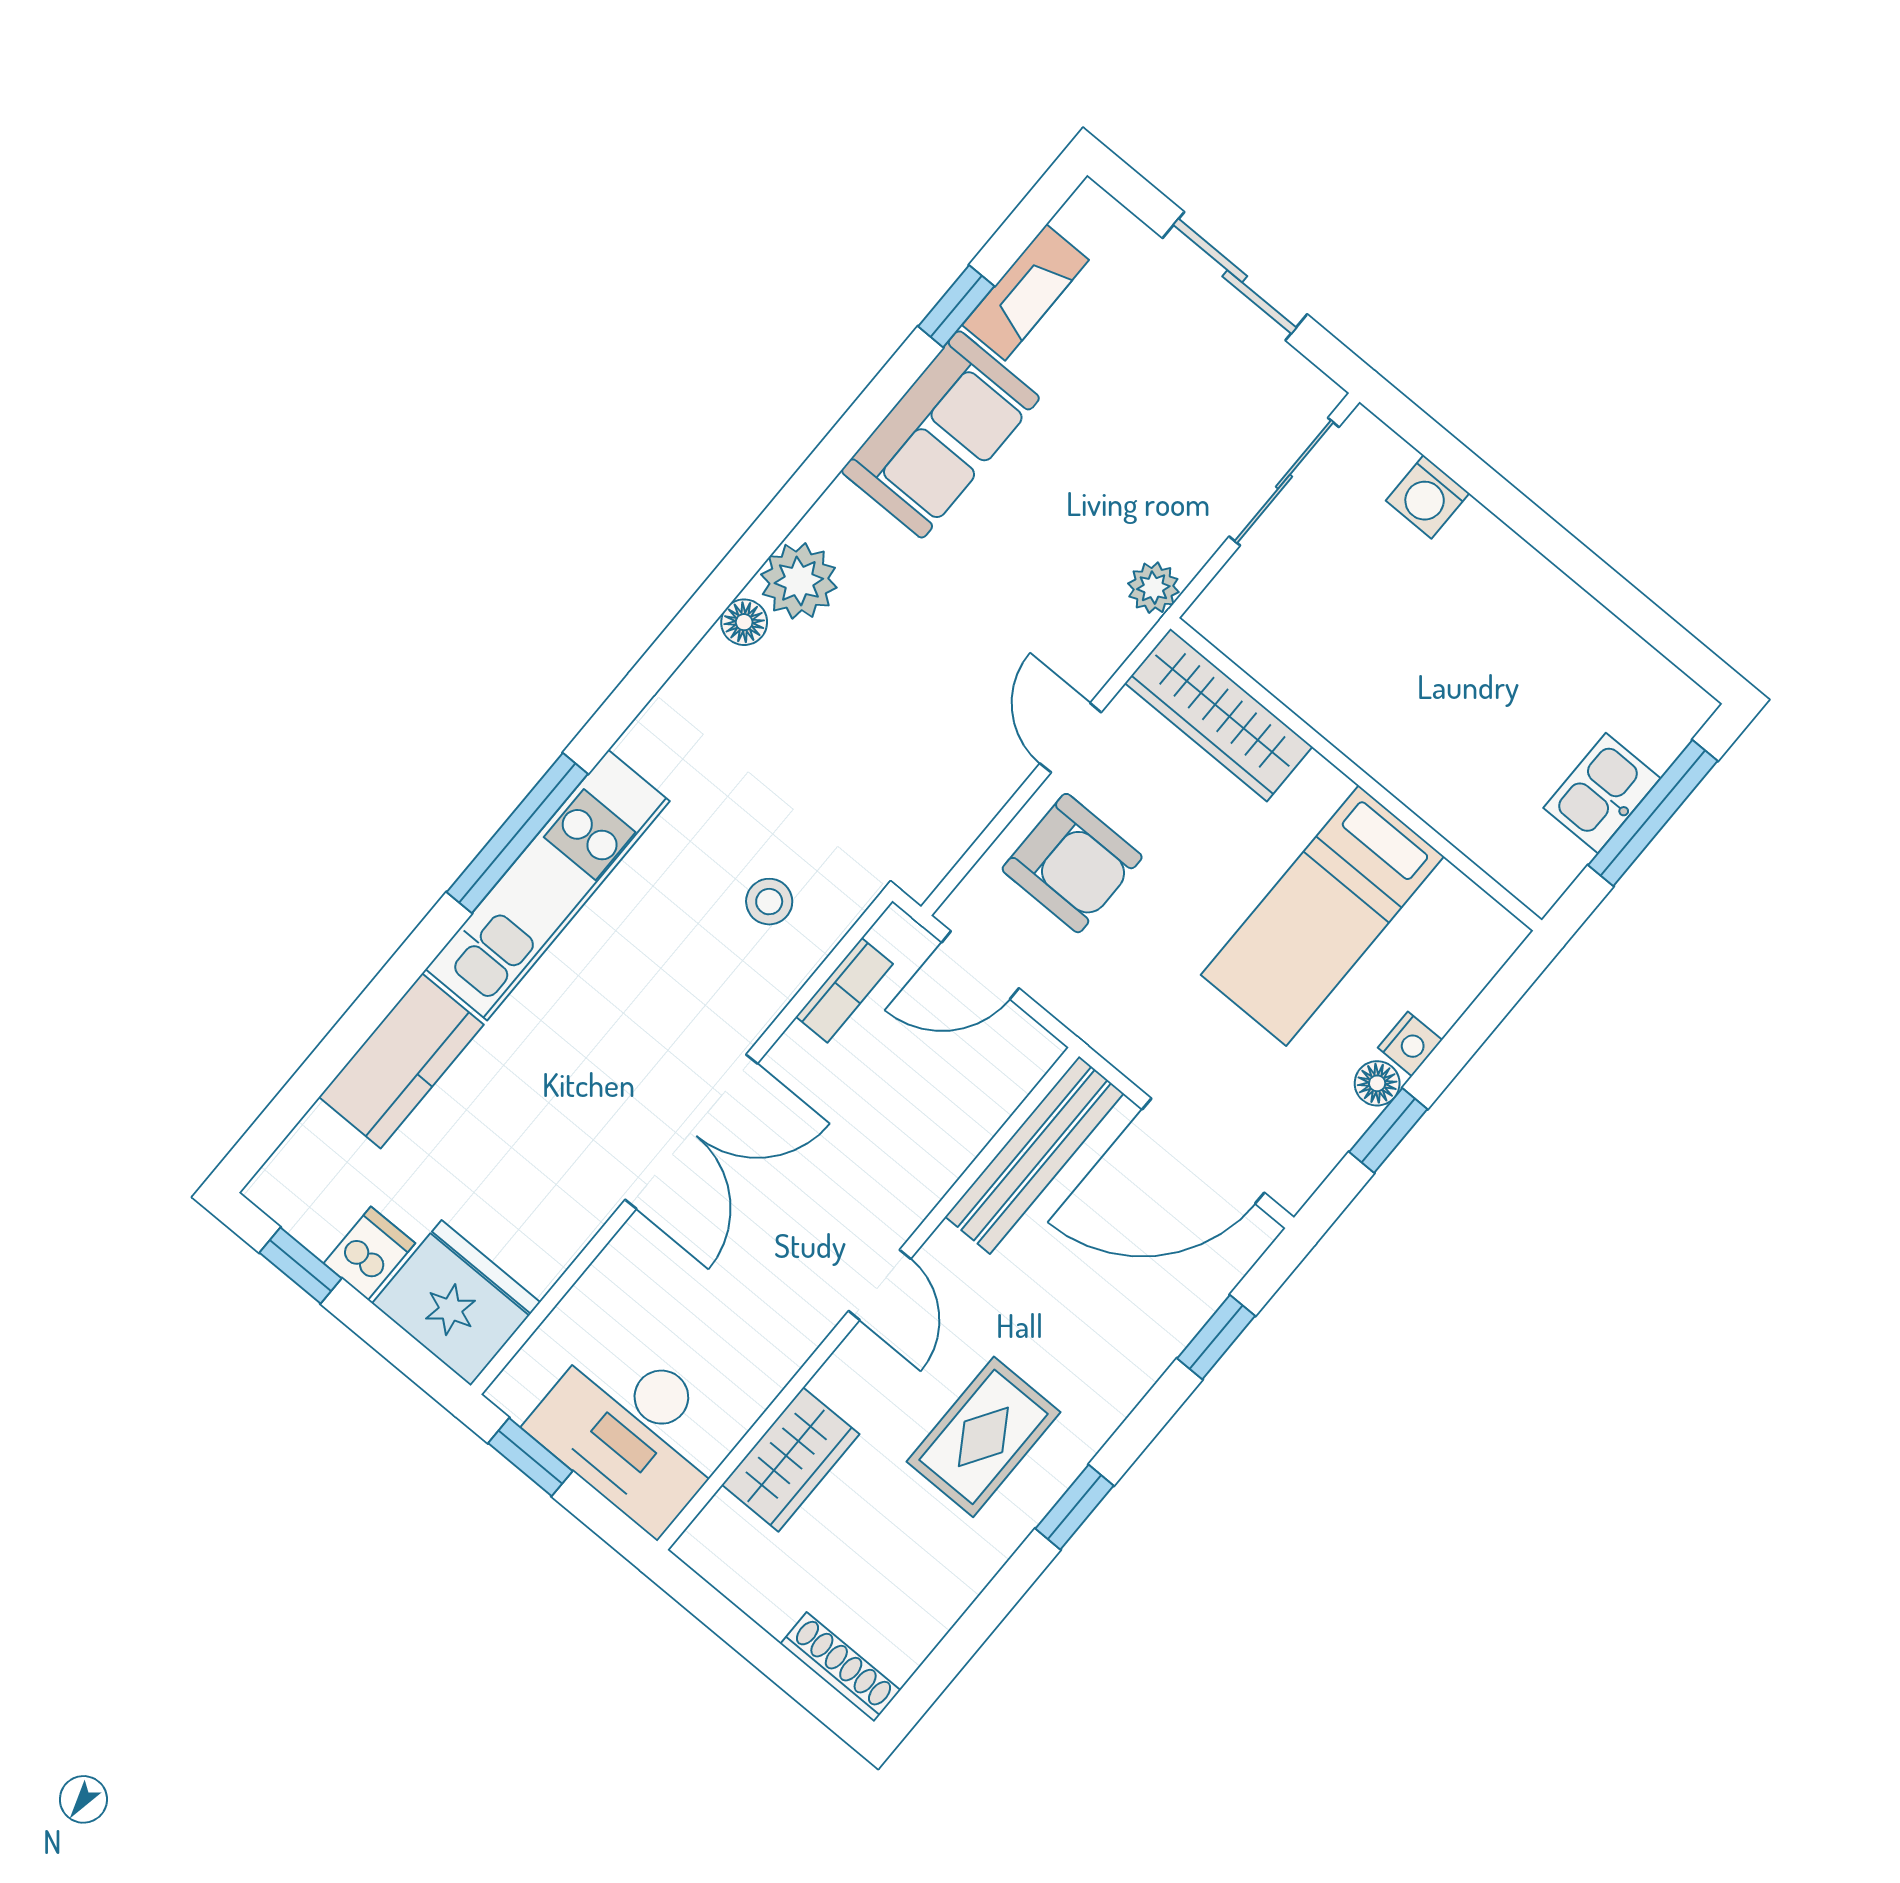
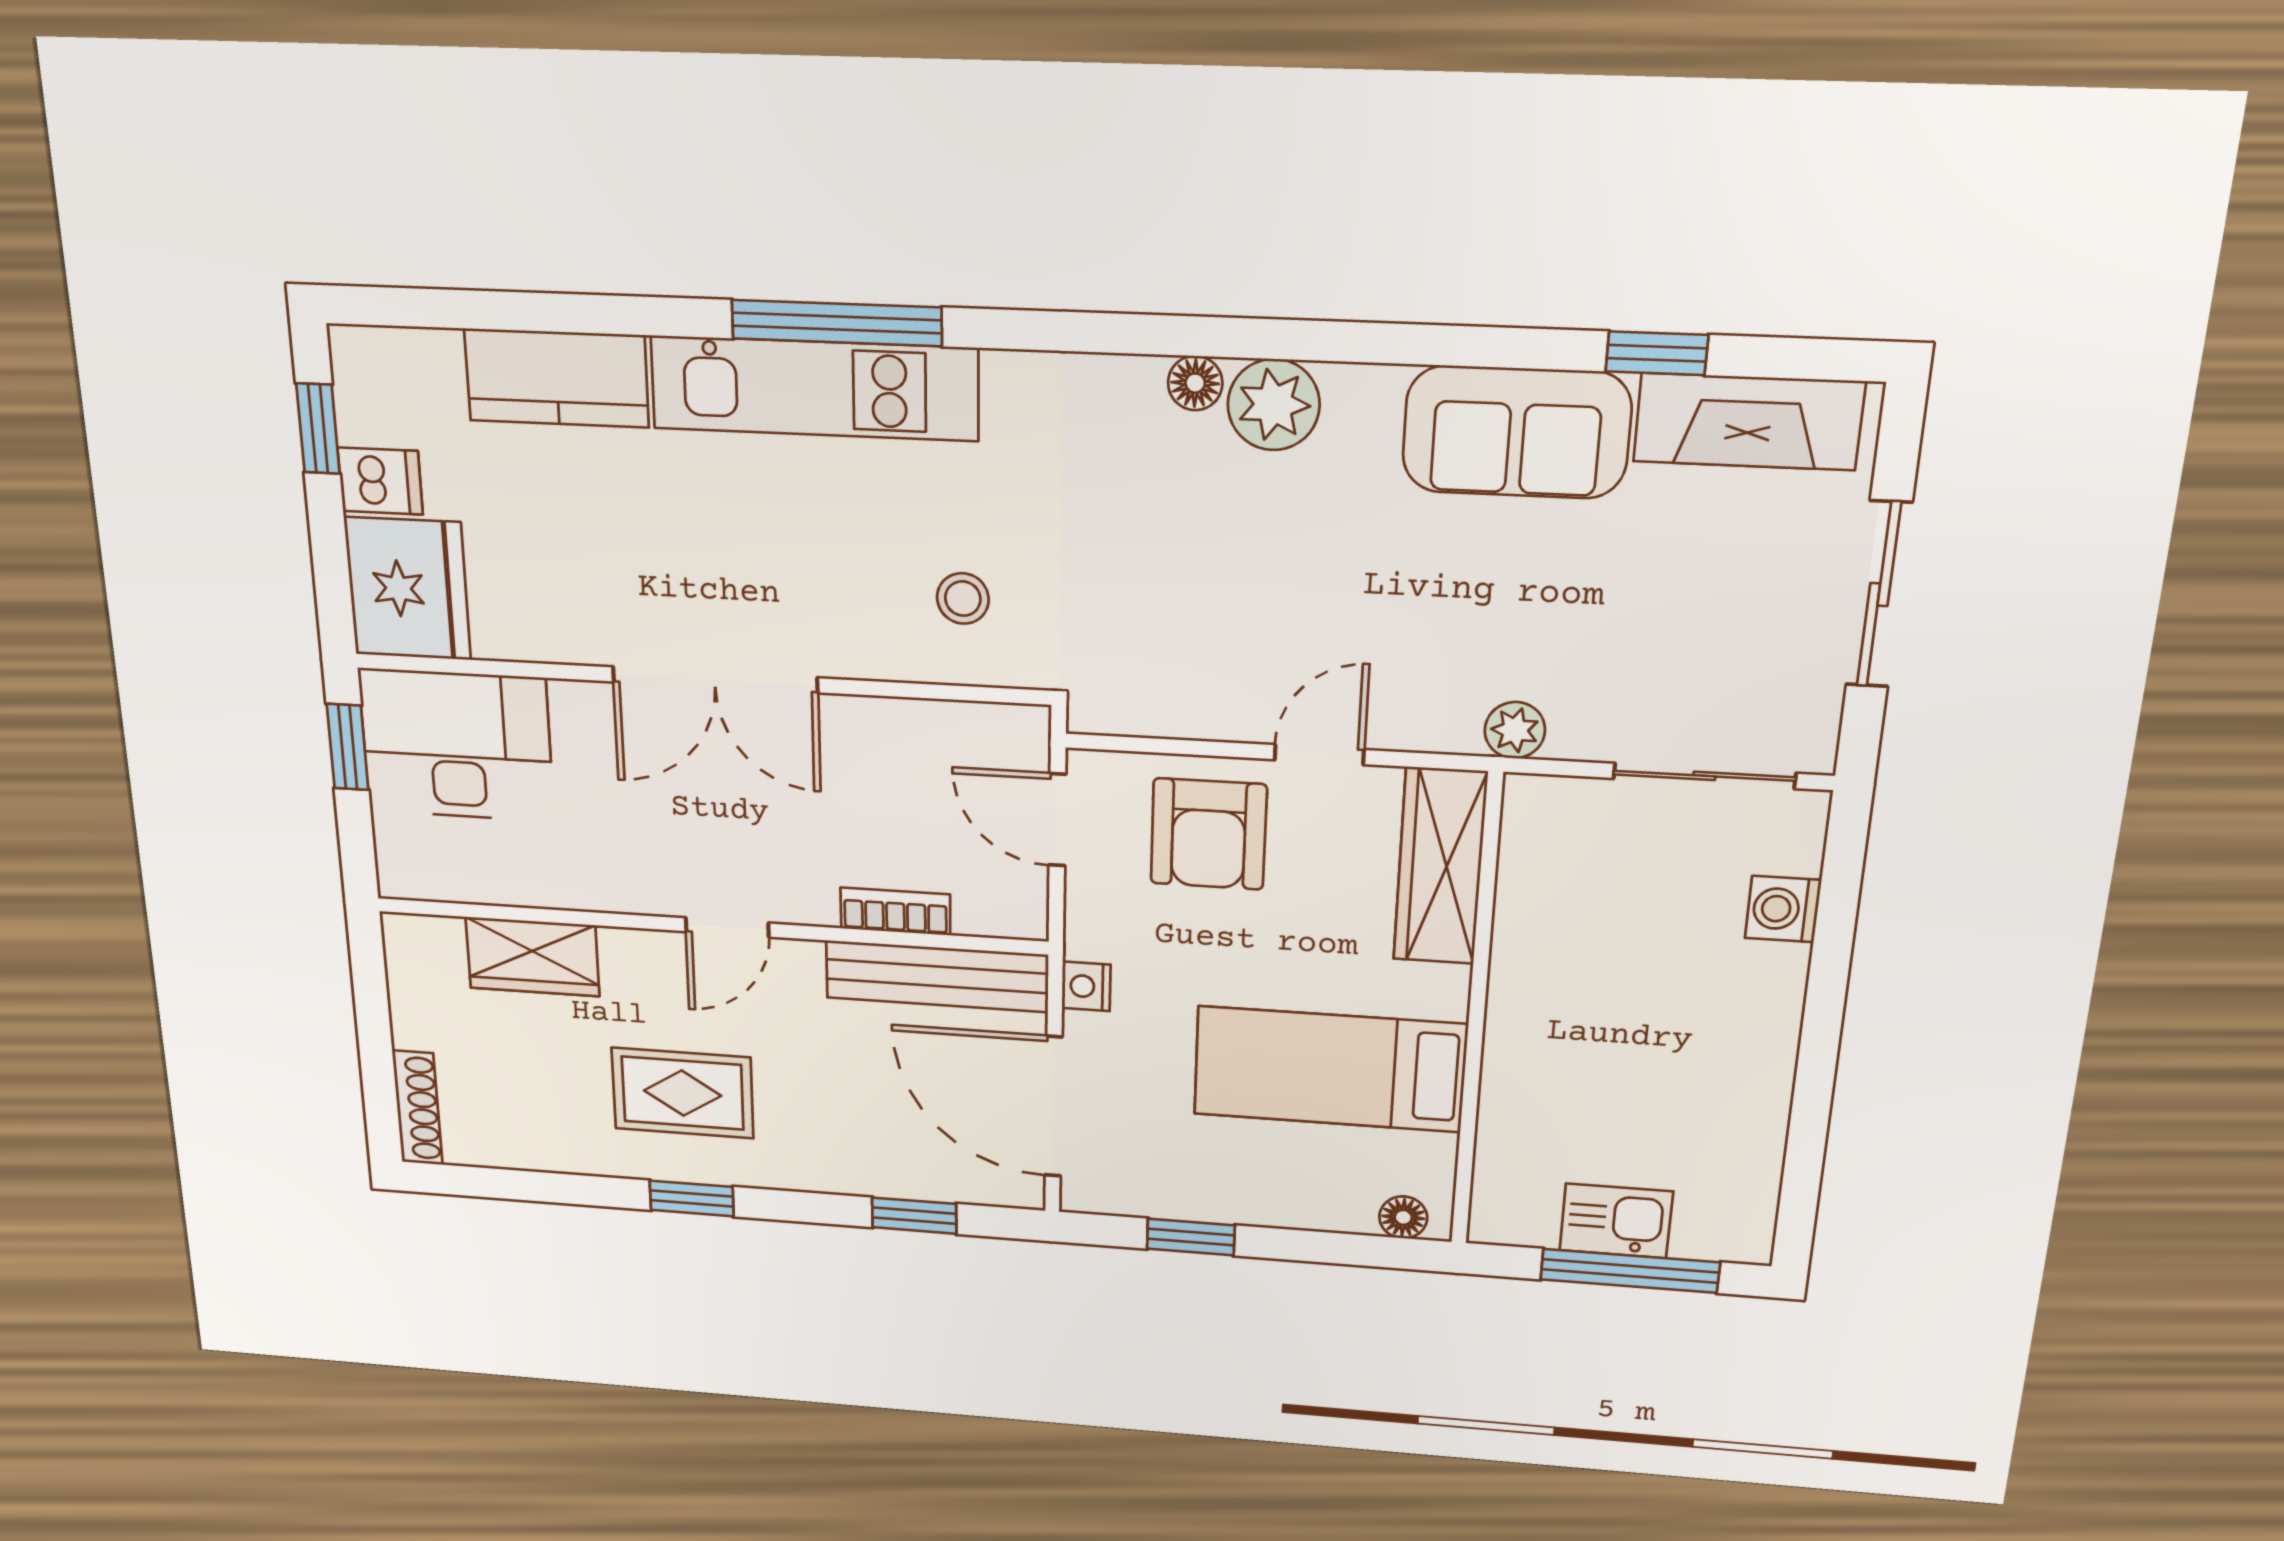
fireplace: (1026, 292) -> (1748, 422), width x1.37, depth x1.32
bookcase: (844, 990) -> (895, 911), moved, turned 180
nightstand: (1410, 1044) -> (1086, 986), moved, turned 90
floor lamp: (1377, 1083) -> (1403, 1217), moved
desk: (634, 1431) -> (457, 745), moved, turned 90

